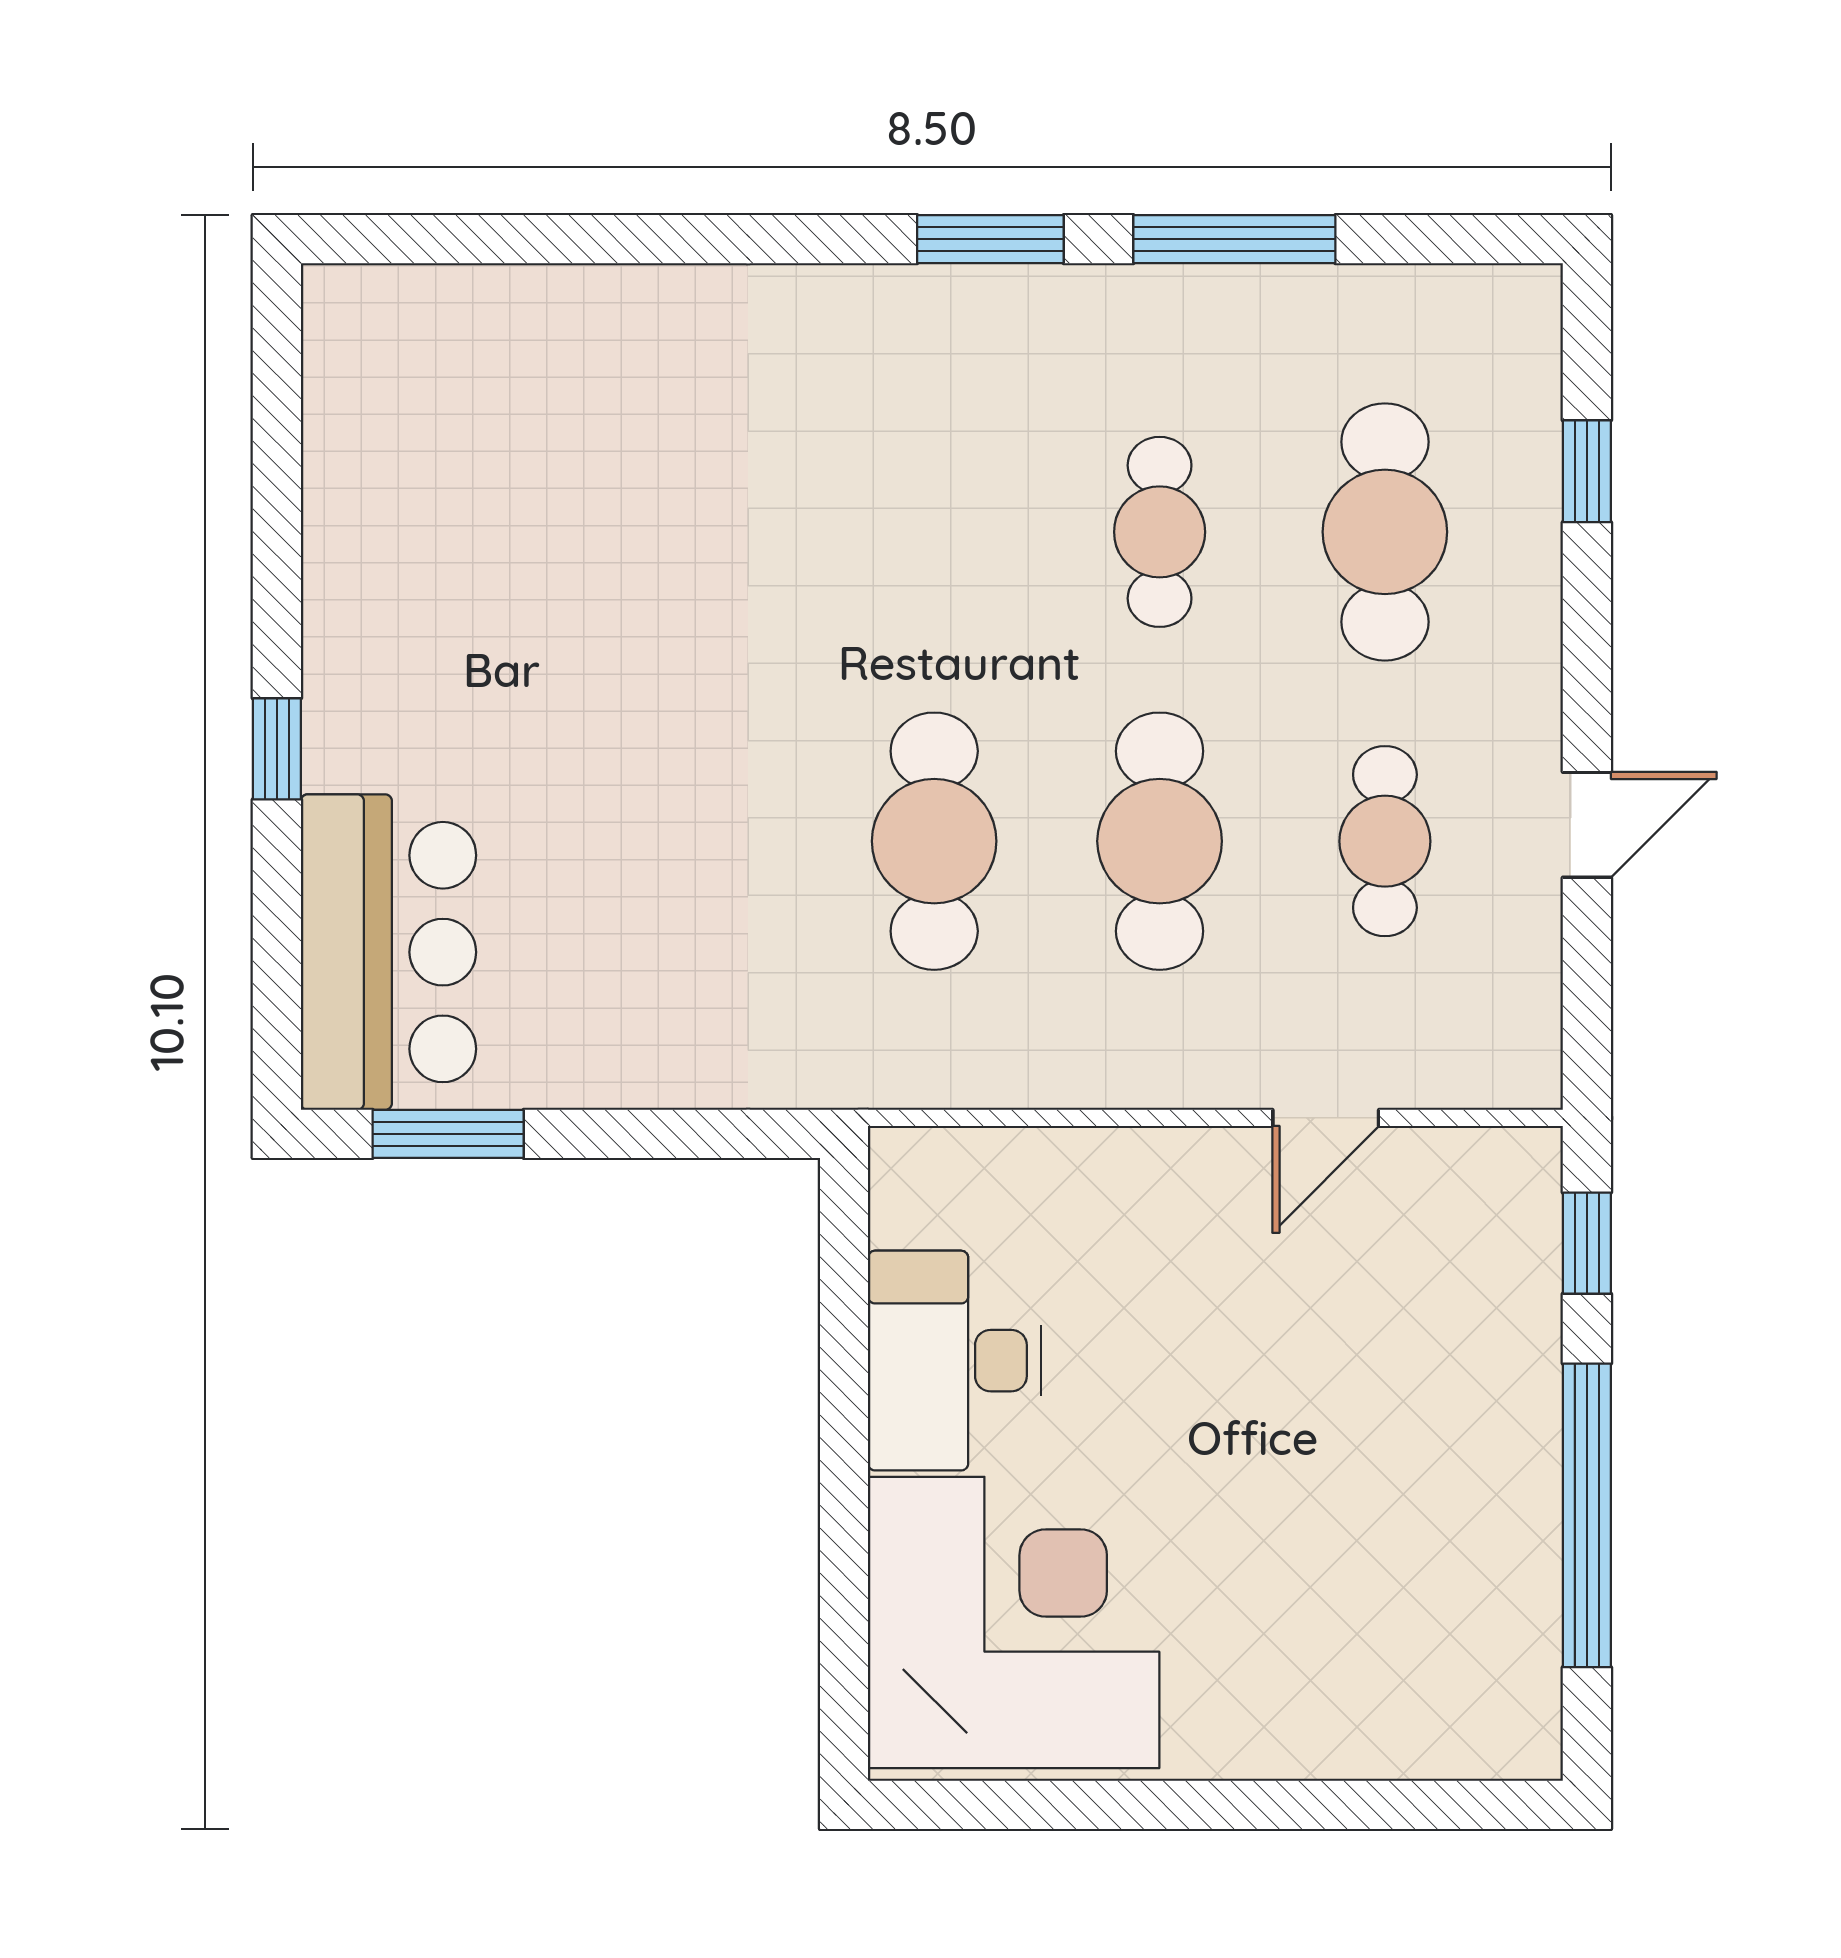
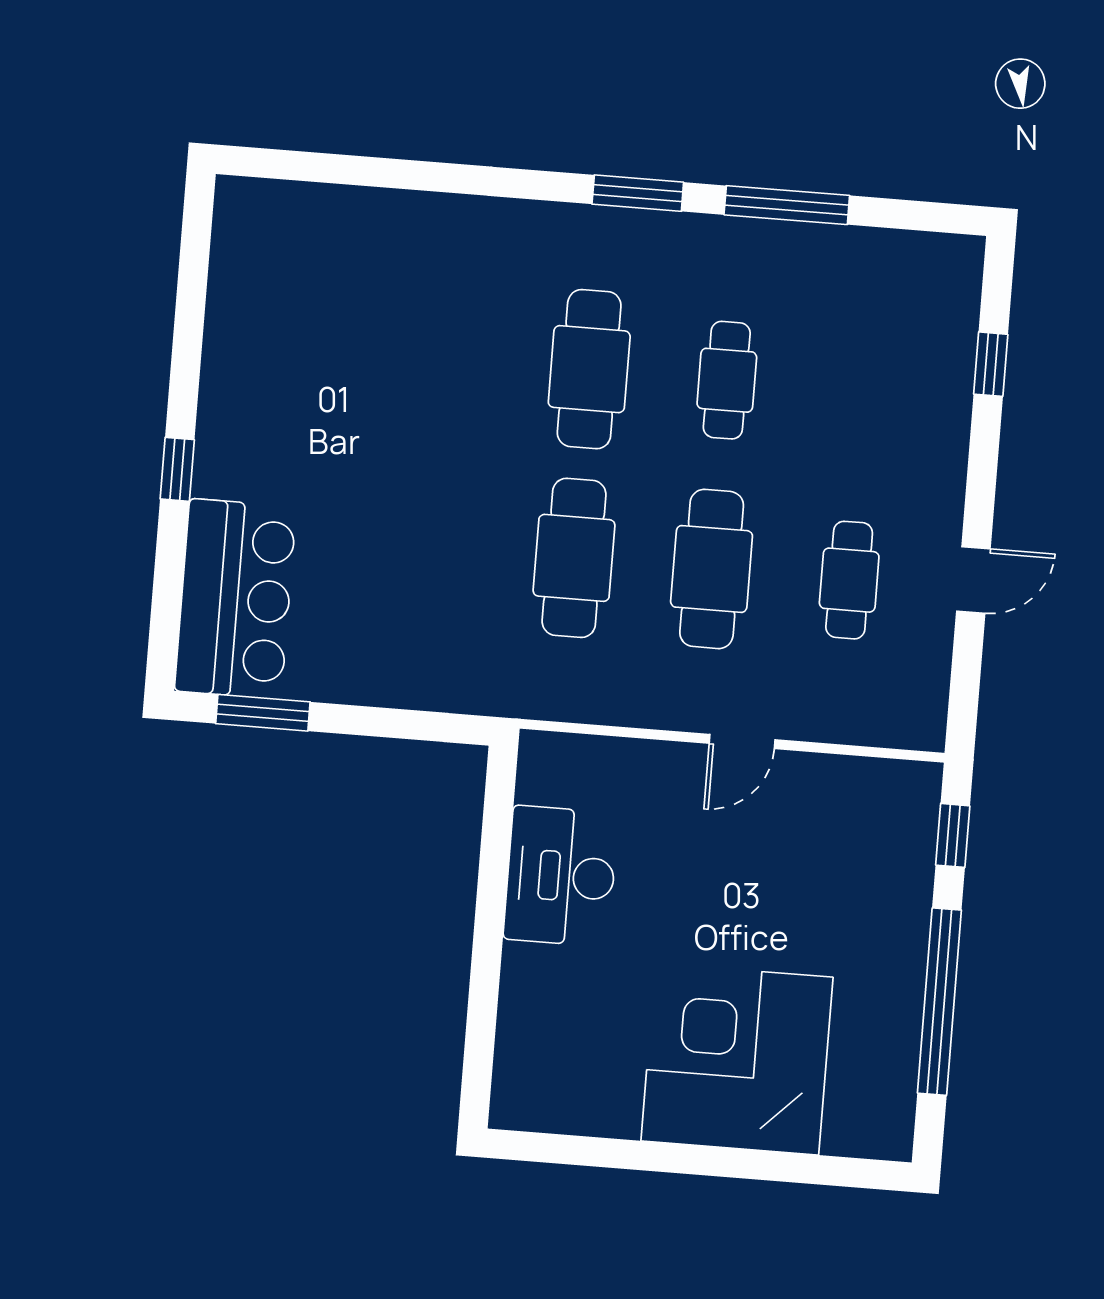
cafe table: (1385, 532) -> (589, 369), moved
door: (1326, 1118) -> (742, 741), moved
corner desk: (1014, 1623) -> (737, 1059), moved, turned -90

